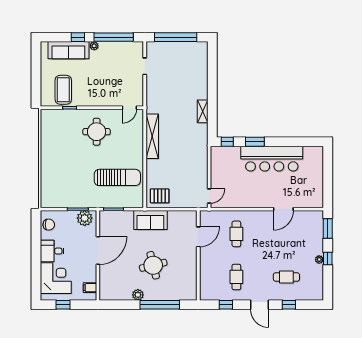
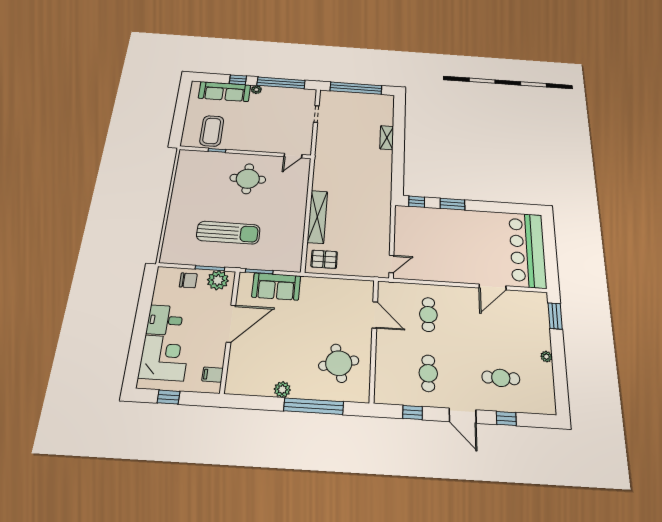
shelving: (203, 111) -> (387, 138), moved
shelving: (152, 136) -> (317, 217), moved
bar counter: (272, 159) -> (527, 250), moved, turned 90
sun lounger: (117, 177) -> (228, 233), moved
sofa: (150, 220) -> (276, 286), moved
chair: (49, 225) -> (188, 280), moved
door: (198, 237) -> (375, 315), hinge flipped
window: (328, 259) -> (558, 356), removed
round table: (153, 265) -> (339, 363), moved

